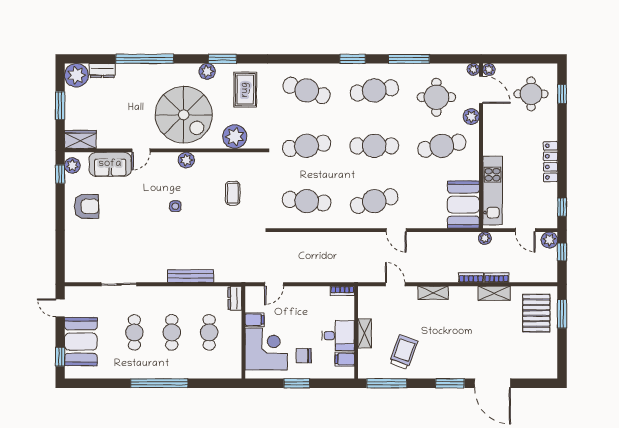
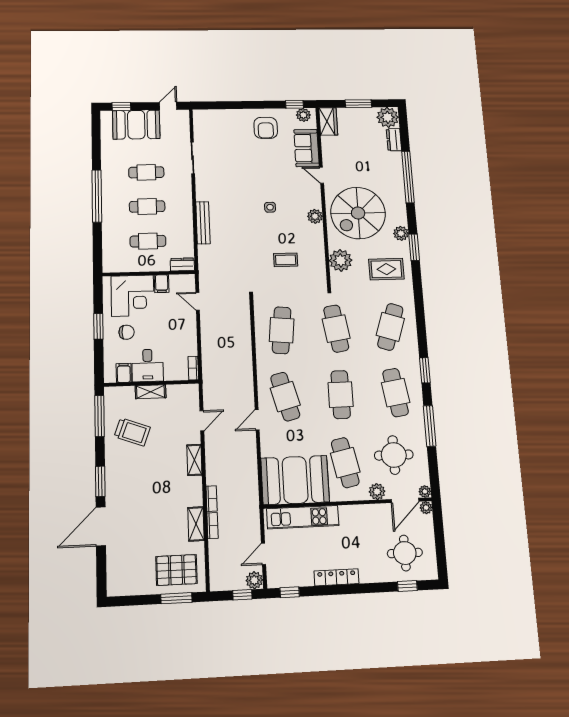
booth: (463, 205) -> (295, 480), width x1.36, depth x1.42
plant: (485, 238) -> (253, 511), removed
chair: (304, 356) -> (127, 332), turned 90

